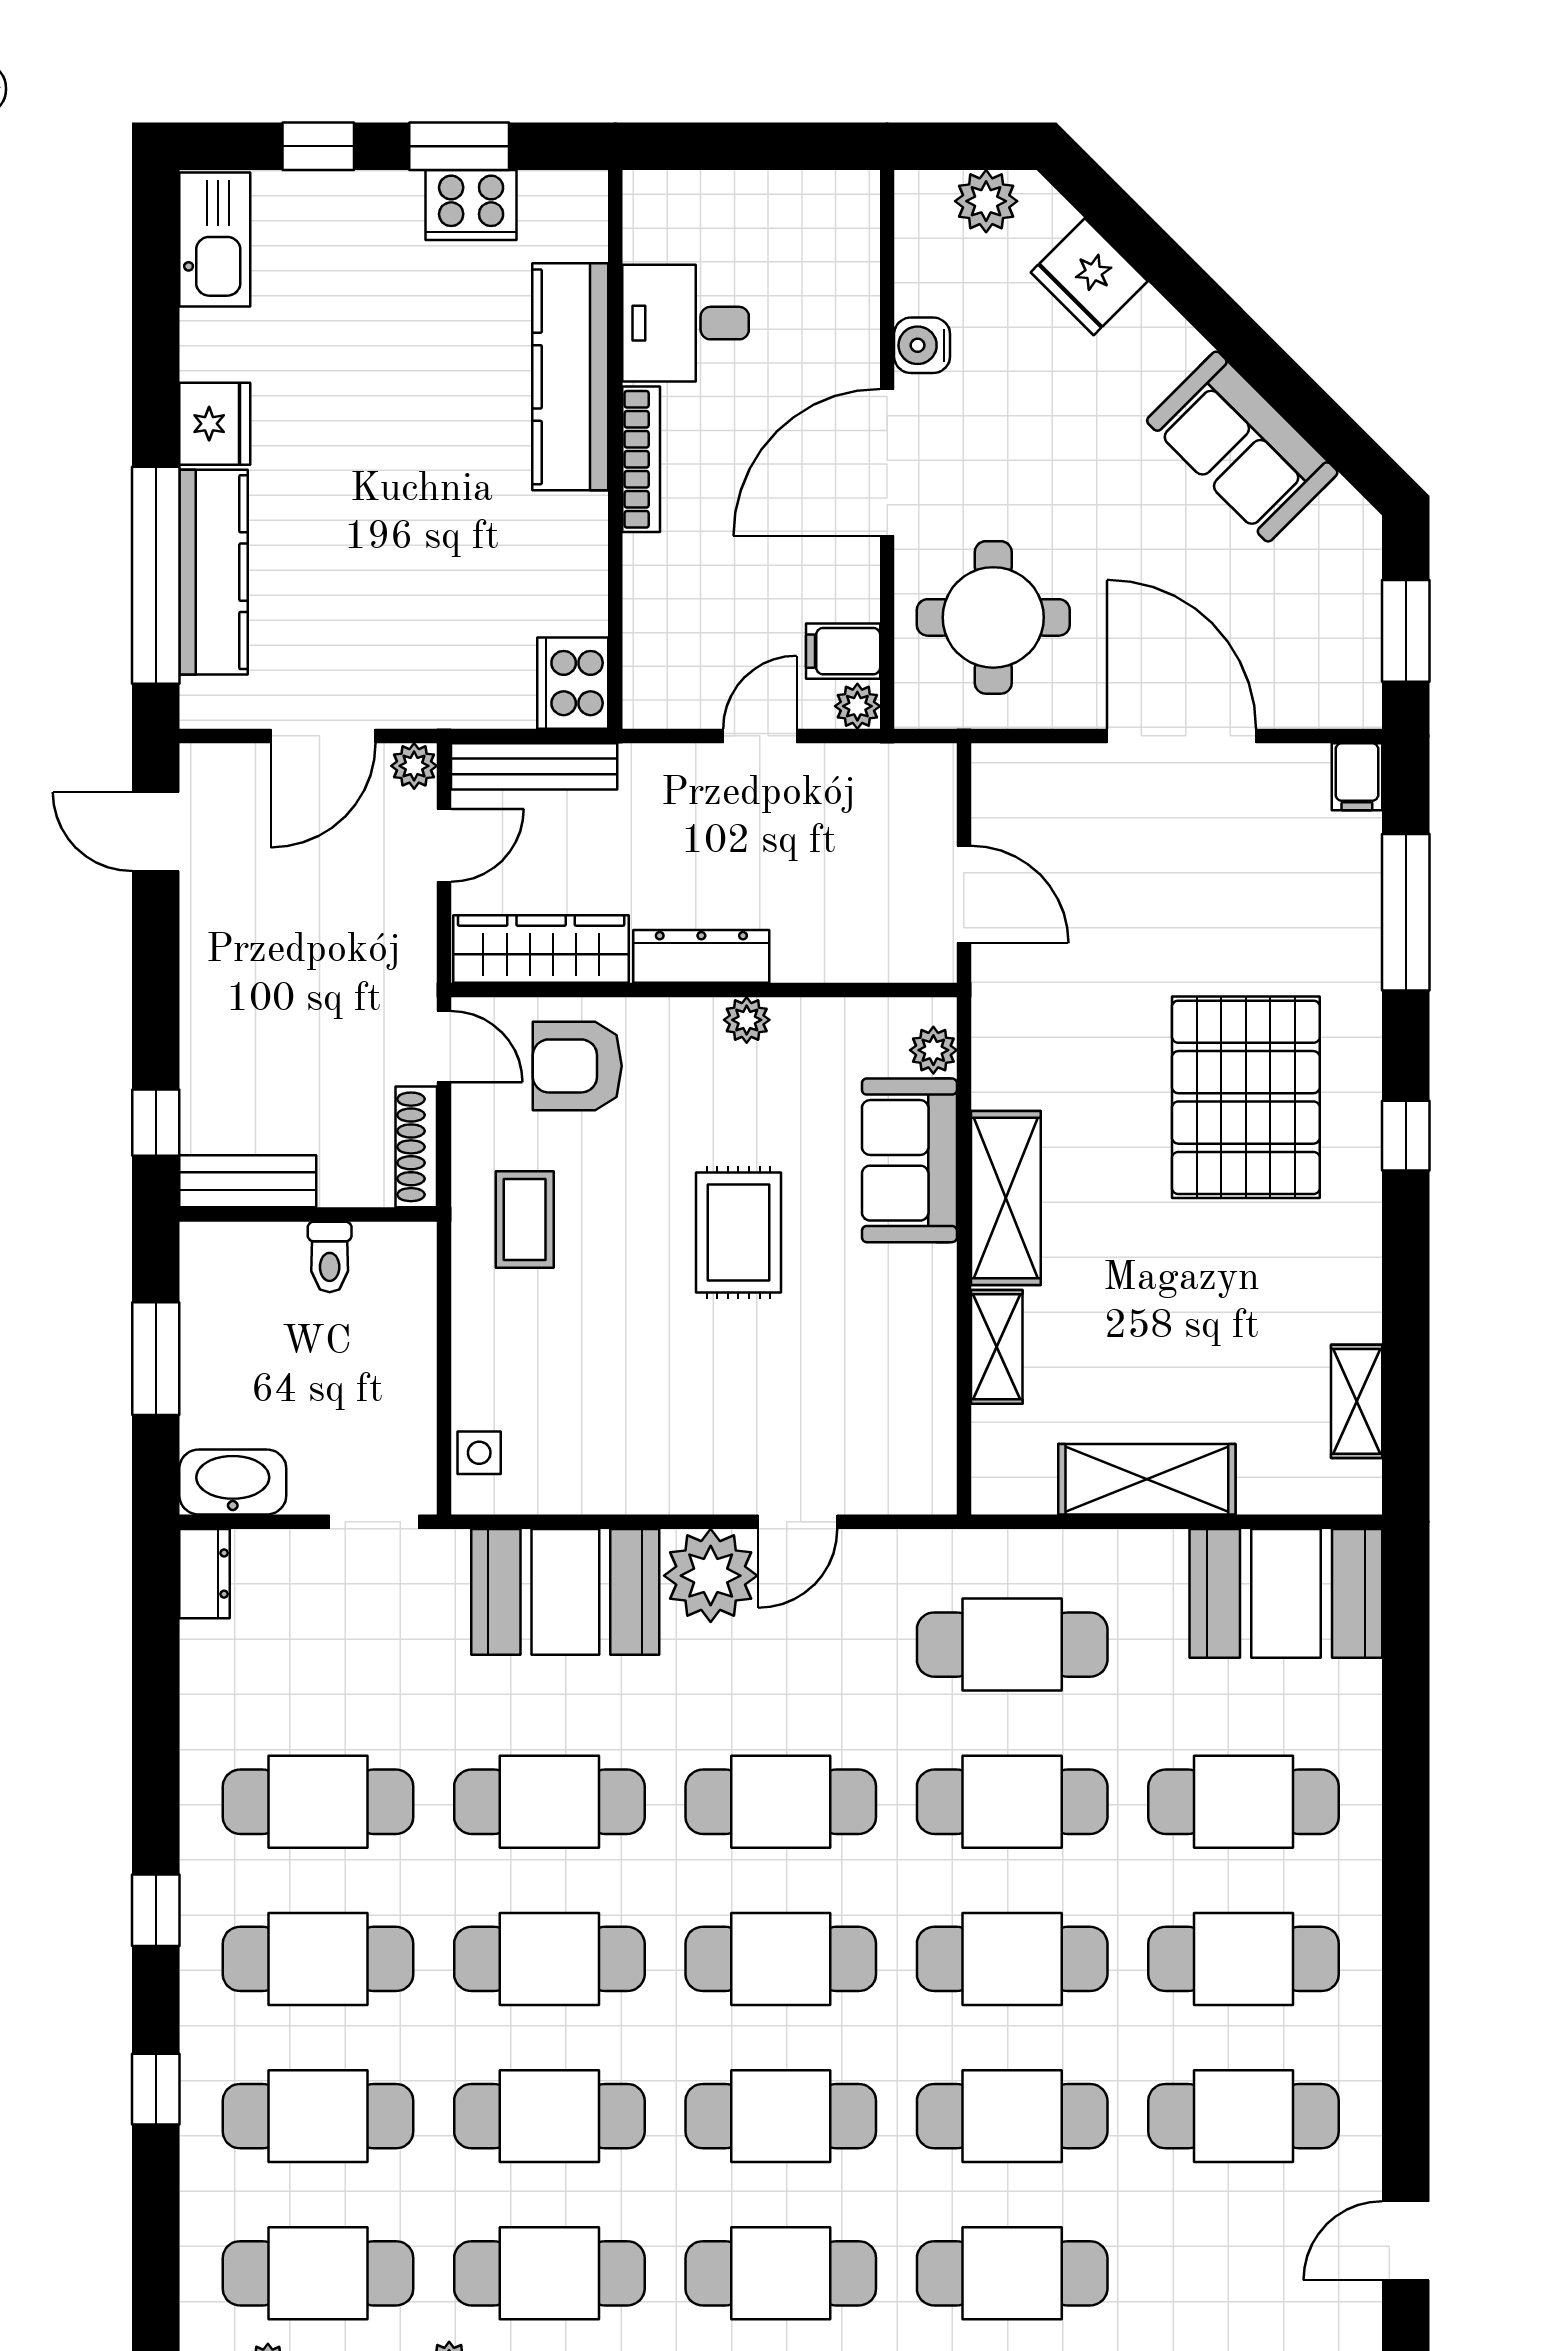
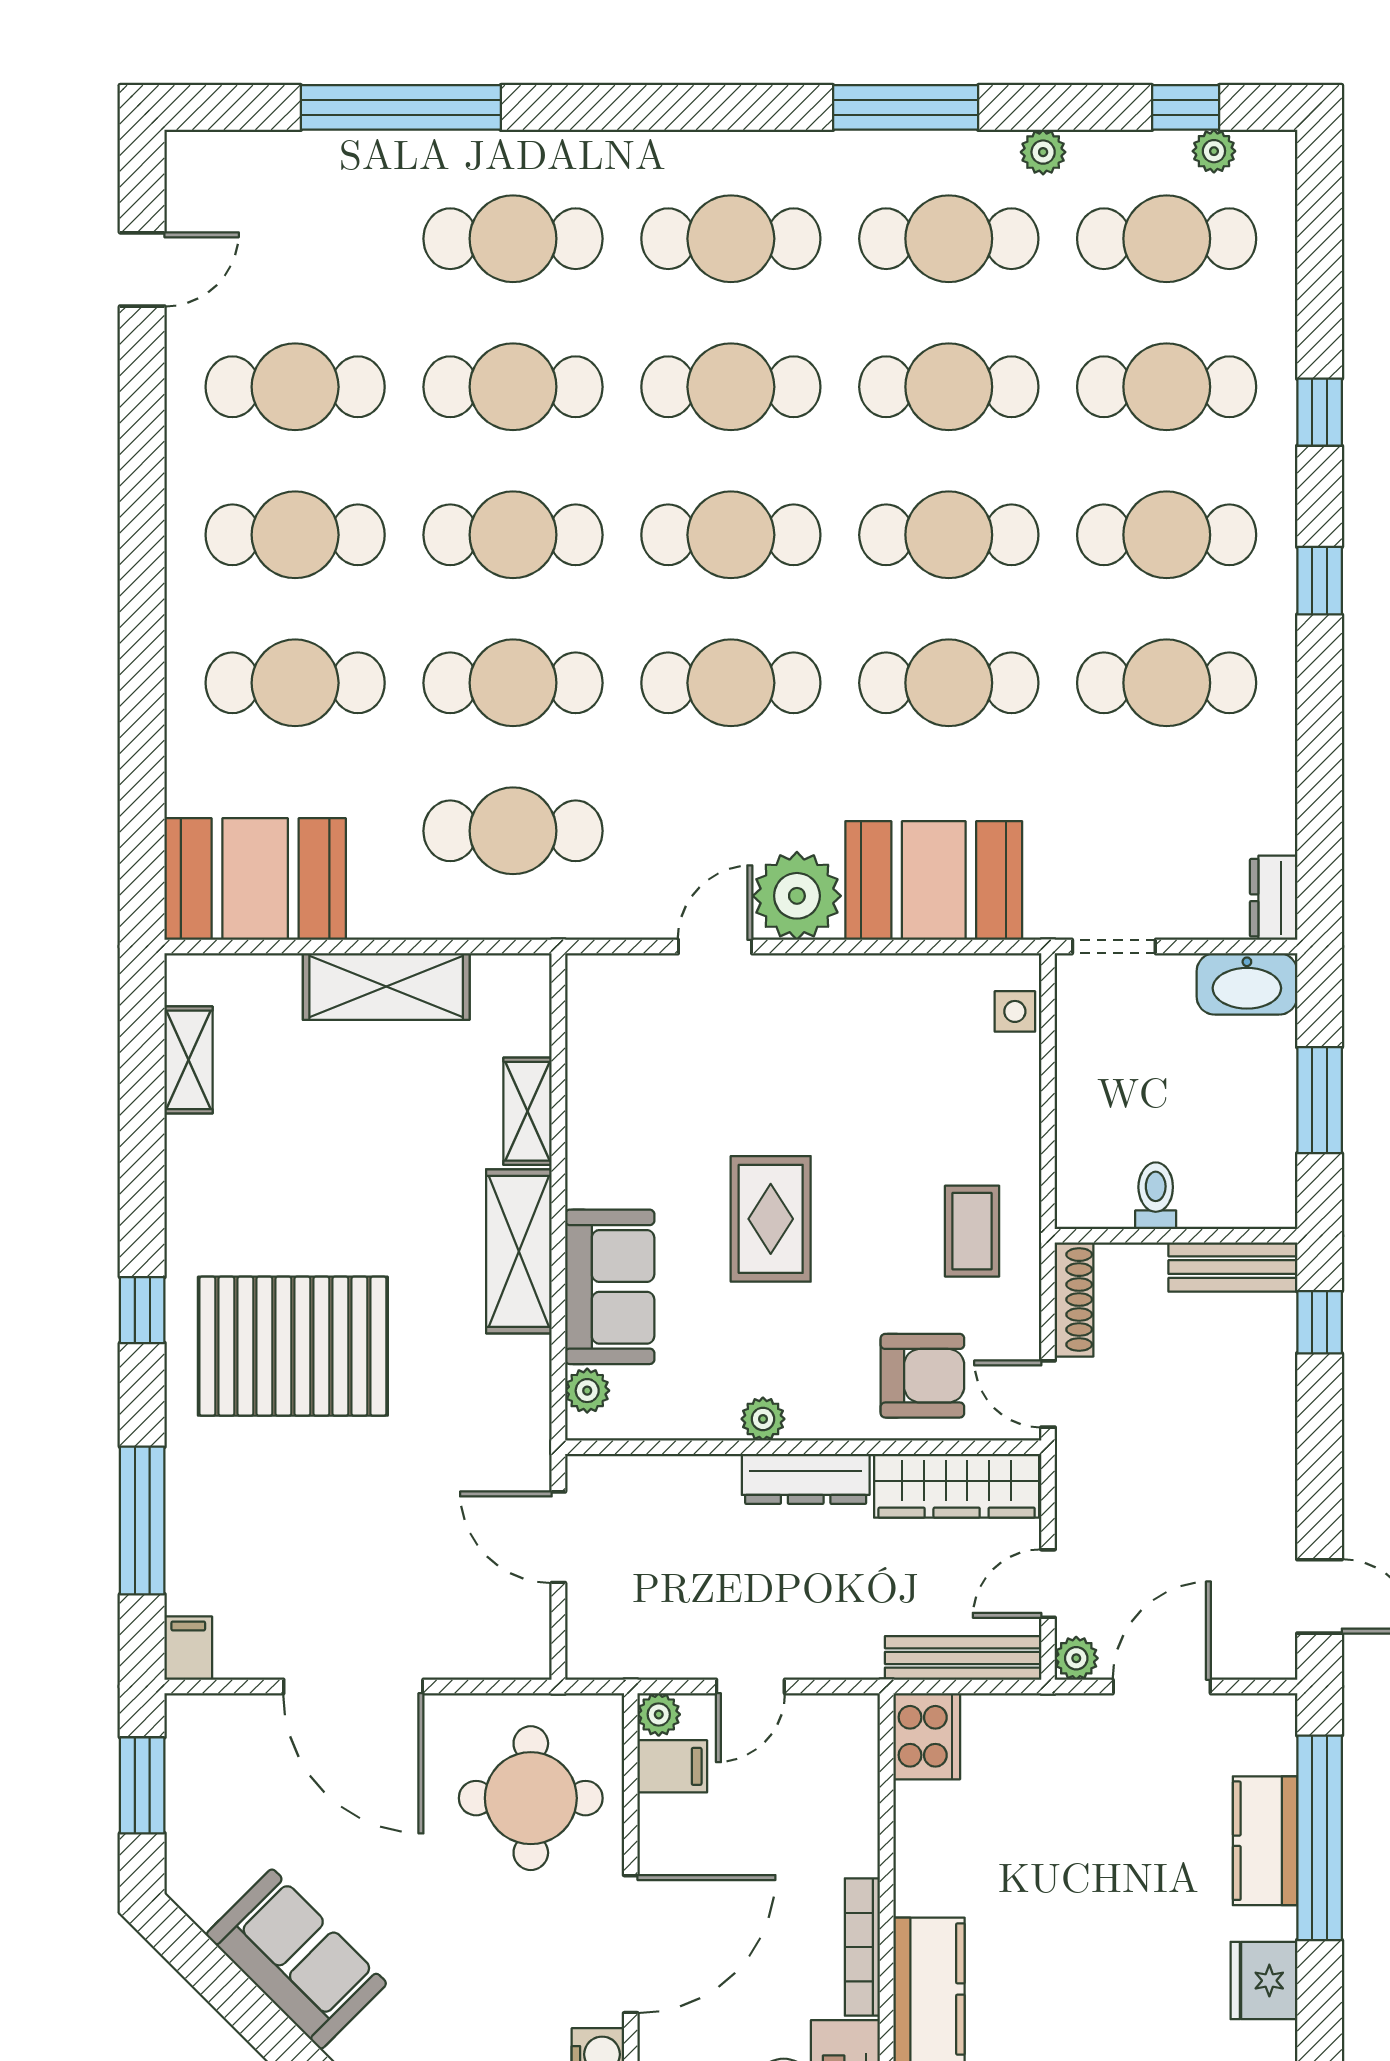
kitchen counter: (214, 572) -> (1265, 1841), width x0.67
pallet: (1246, 1097) -> (293, 1346), turned 90

